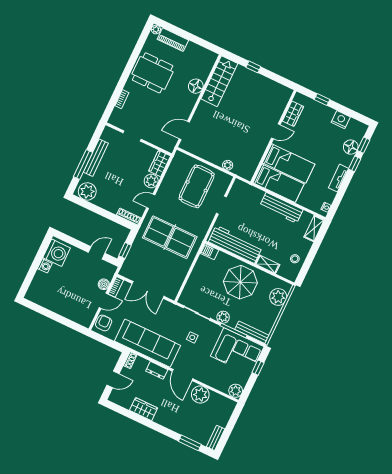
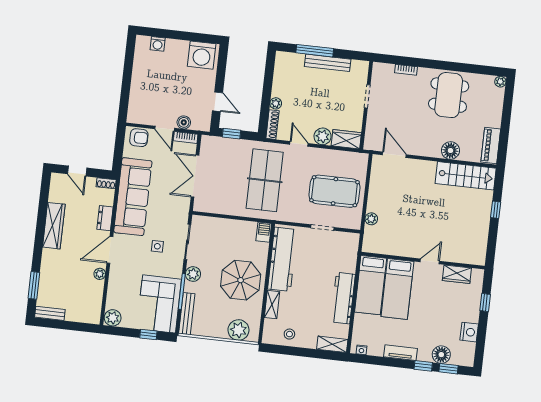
piano: (173, 40) -> (491, 145), moved
door: (276, 131) -> (430, 261), swing flipped
plant: (87, 191) -> (276, 103), moved, width x0.53, depth x0.53
washing machine: (45, 266) -> (158, 44), moved
plant: (200, 395) -> (100, 274), width x0.53, depth x0.53
wardrobe: (144, 409) -> (54, 226), width x1.50

